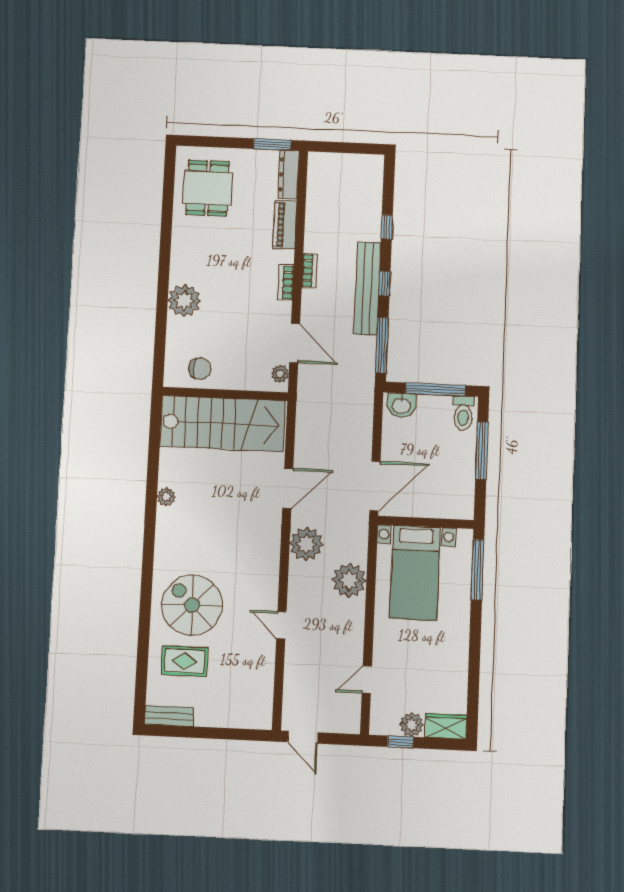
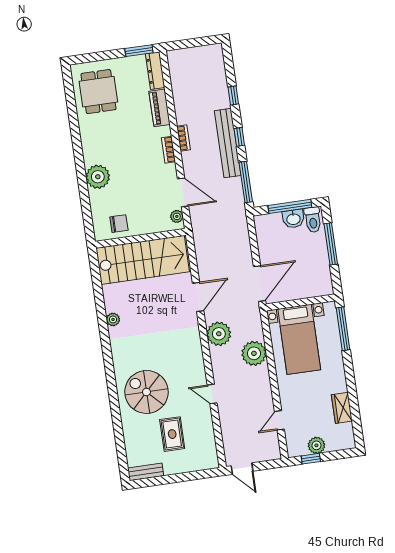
washbasin: (401, 405) -> (293, 219), moved
rug: (185, 661) -> (172, 434), moved, turned 90
wardrobe: (446, 726) -> (342, 408), moved, turned -90

